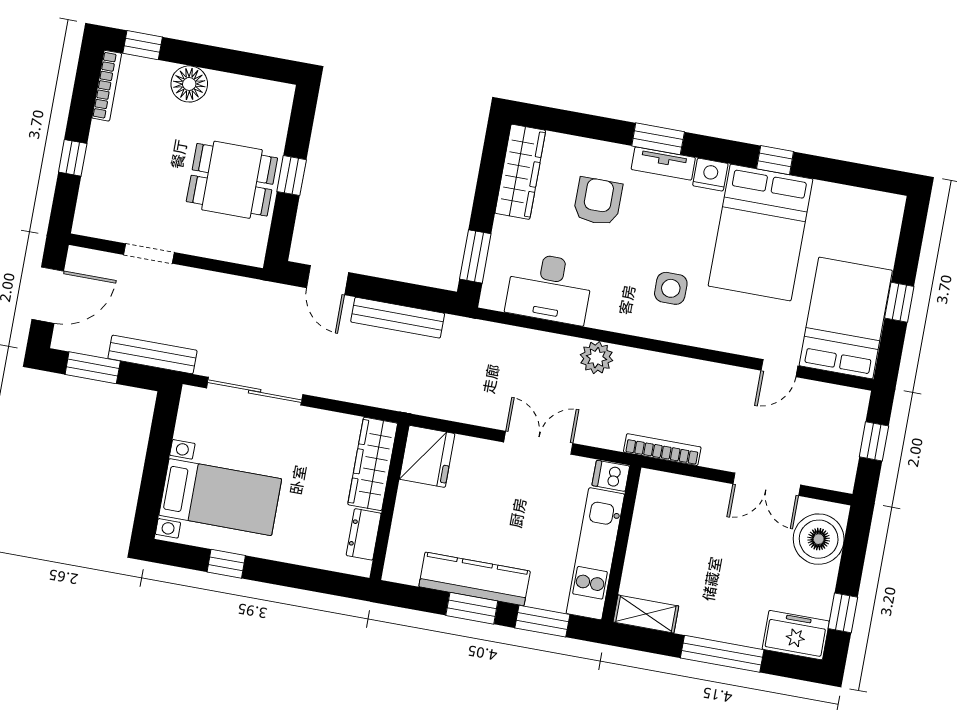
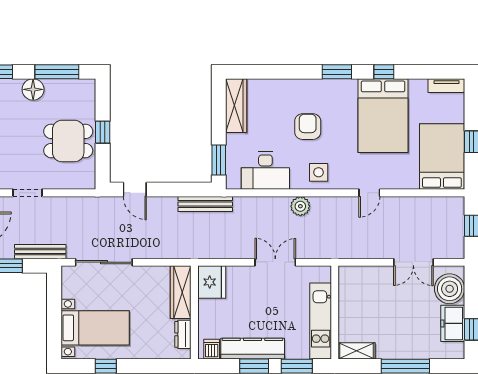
window: (234, 62) -> (57, 72), added
window: (658, 139) -> (337, 72), moved
tv unit: (663, 163) -> (446, 86), moved
nightstand: (710, 175) -> (347, 87), removed
armchair: (598, 201) -> (308, 127), moved
side table: (671, 288) -> (319, 172), moved
bench: (398, 318) -> (205, 204), moved
door: (779, 368) -> (369, 193), moved
bookcase: (662, 450) -> (349, 253), removed
dishwasher: (611, 476) -> (212, 349), moved, turned 90
freezer: (796, 635) -> (453, 323), moved, turned -90

